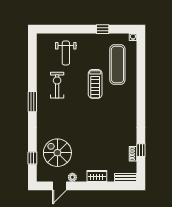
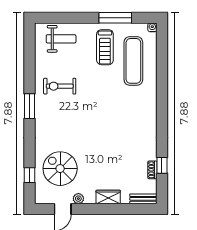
window: (103, 29) -> (115, 18), width x2.17
weight bench: (66, 53) -> (61, 39), moved, turned -90
treadmill: (95, 84) -> (105, 47), moved
exercise bike: (57, 85) -> (60, 86), turned -90

